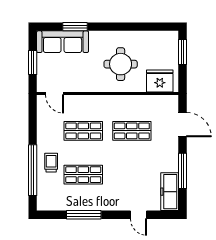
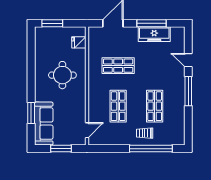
fridge: (160, 81) -> (79, 42), width x0.53, depth x0.75
shop shelf: (132, 131) -> (118, 66), turned 90
freezer: (170, 192) -> (154, 34), moved
window: (84, 215) -> (188, 91), moved
door: (139, 215) -> (188, 60), swing flipped

